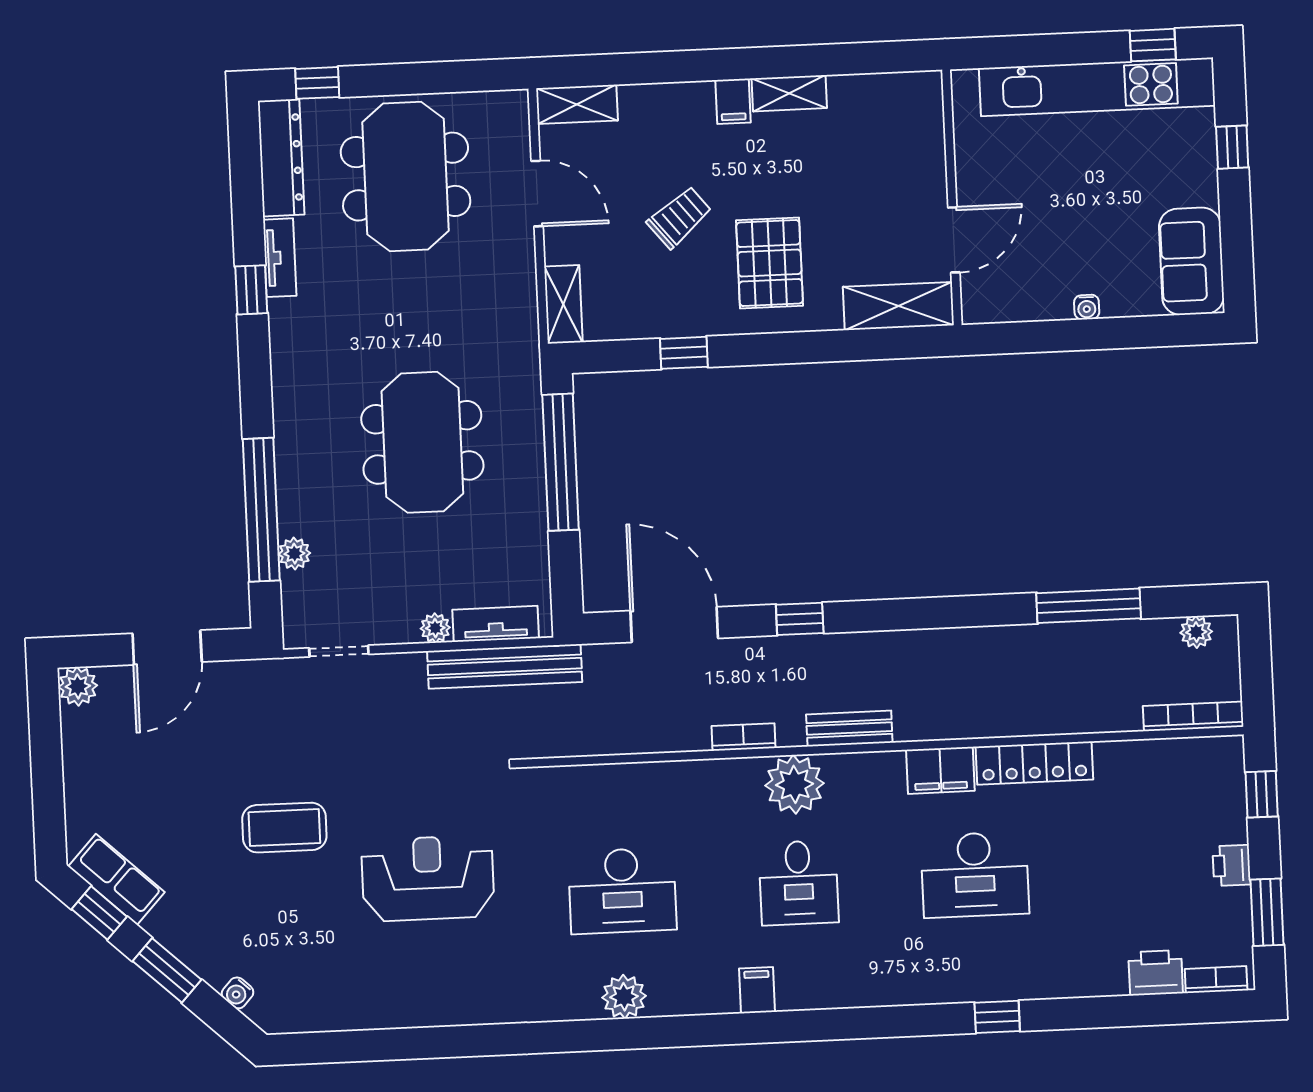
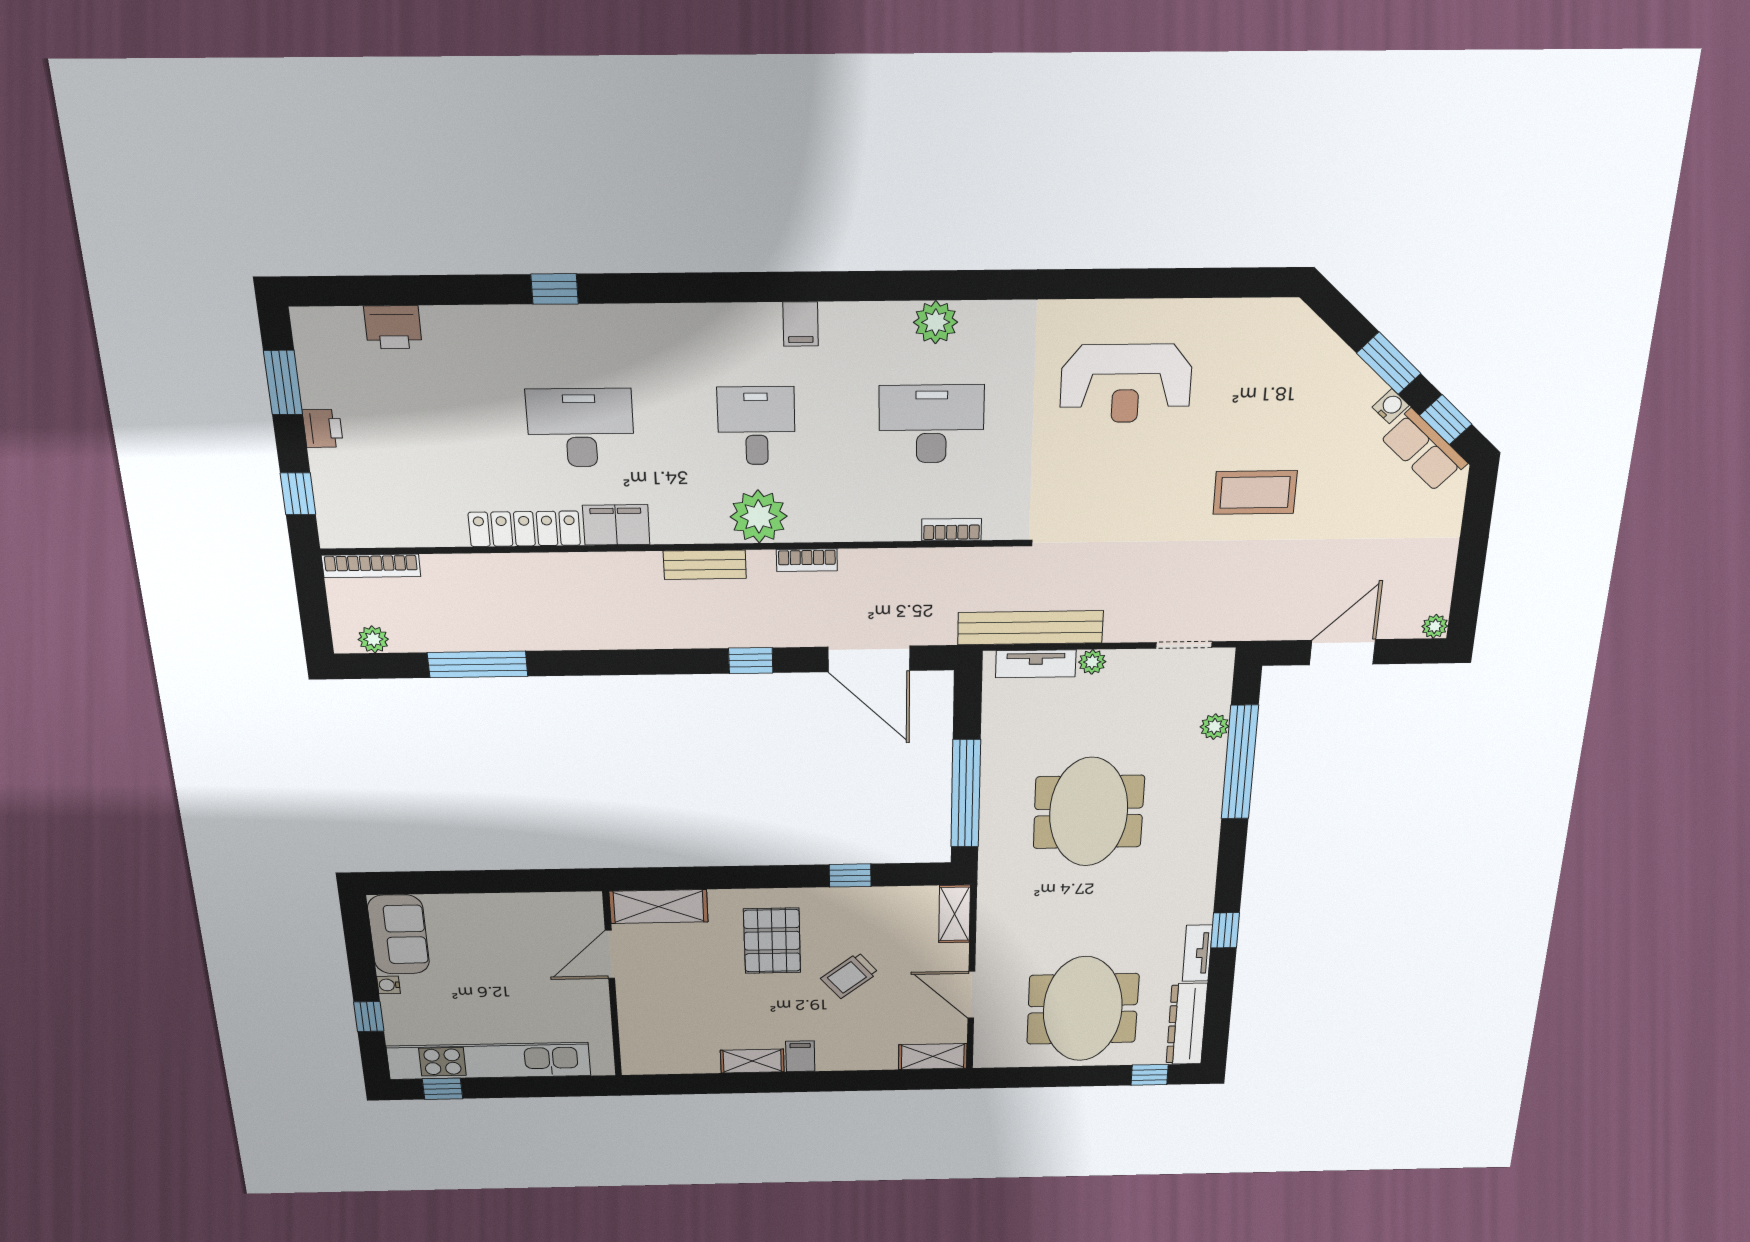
water cooler: (1087, 307) -> (389, 985), moved, turned -90
plant: (78, 686) -> (1435, 626), width x0.73, depth x0.73
reception desk: (428, 878) -> (1126, 383), moved
bookcase: (1216, 980) -> (952, 530), moved, turned 180
water cooler: (238, 993) -> (1391, 406), moved

